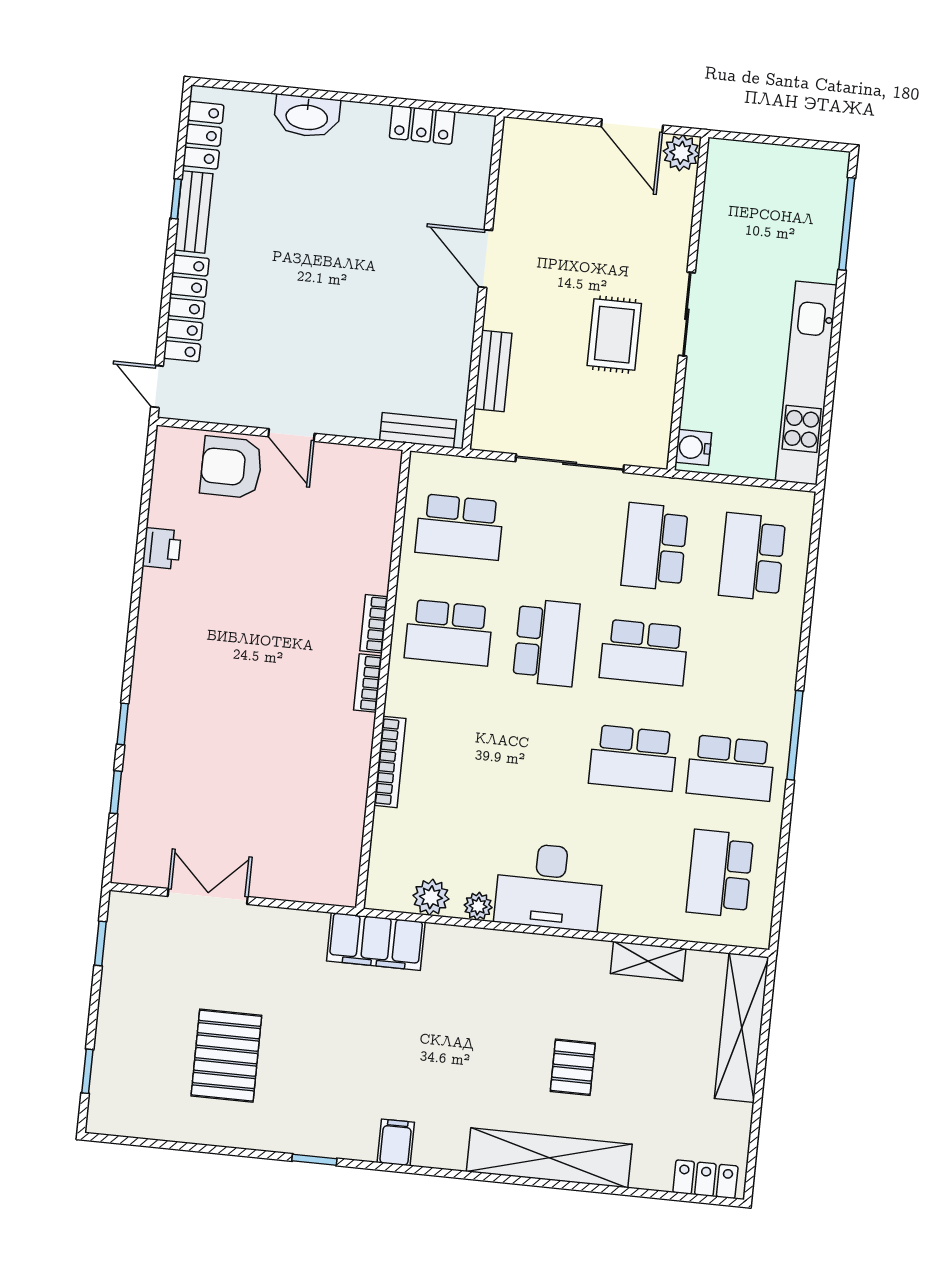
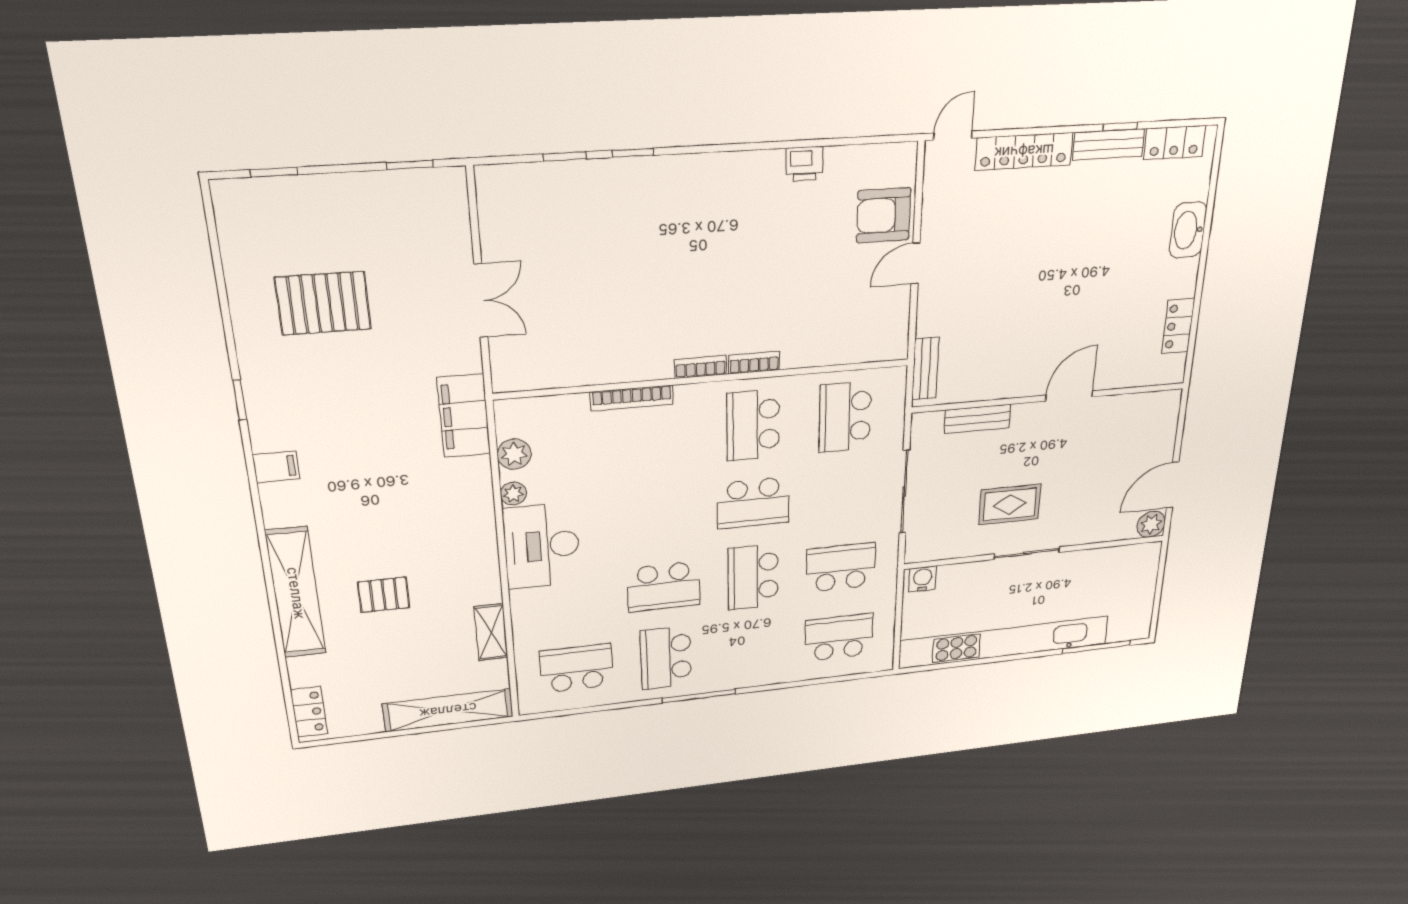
kitchen unit: (806, 383) -> (1004, 642), width x1.36
armchair: (231, 467) -> (884, 215), turned -90
school desk: (633, 758) -> (664, 587), turned -90
double door: (208, 896) -> (481, 301), moved

